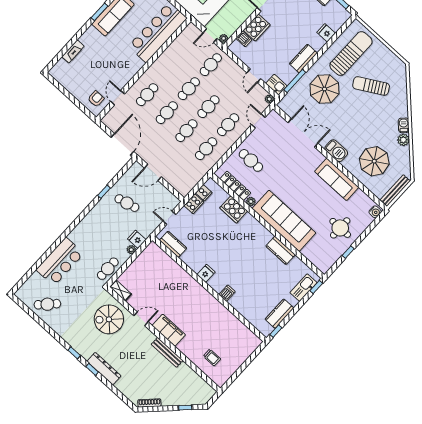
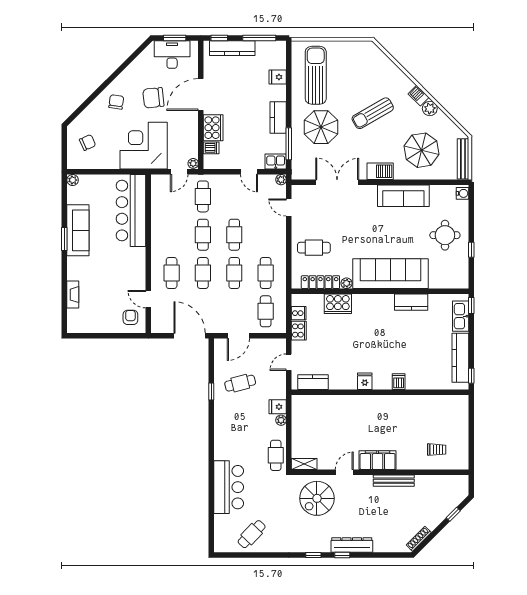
sun lounger: (371, 86) -> (373, 113), moved
cafe table: (228, 125) -> (266, 311), moved
kitchen counter: (279, 314) -> (460, 358), width x1.50

